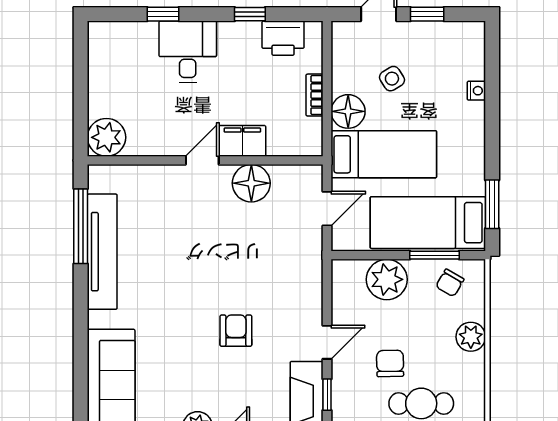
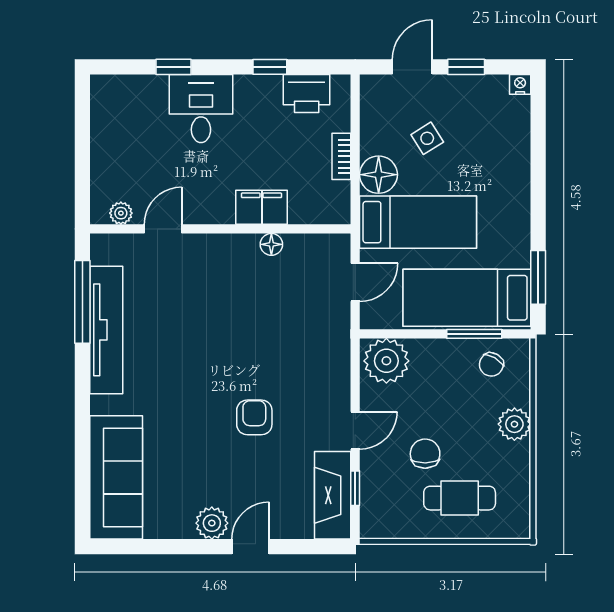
nightstand: (476, 91) -> (520, 84), moved, turned -90
plant: (106, 137) -> (121, 213), width x0.53, depth x0.53
door: (202, 160) -> (163, 229), moved
floor lamp: (251, 183) -> (271, 244), width x0.53, depth x0.53
plant: (387, 279) -> (386, 361), moved

